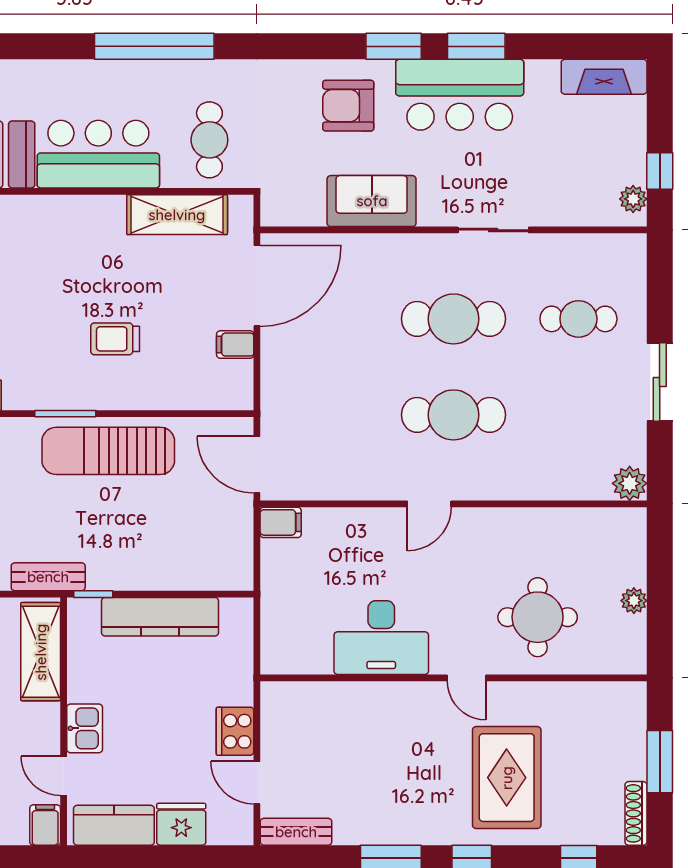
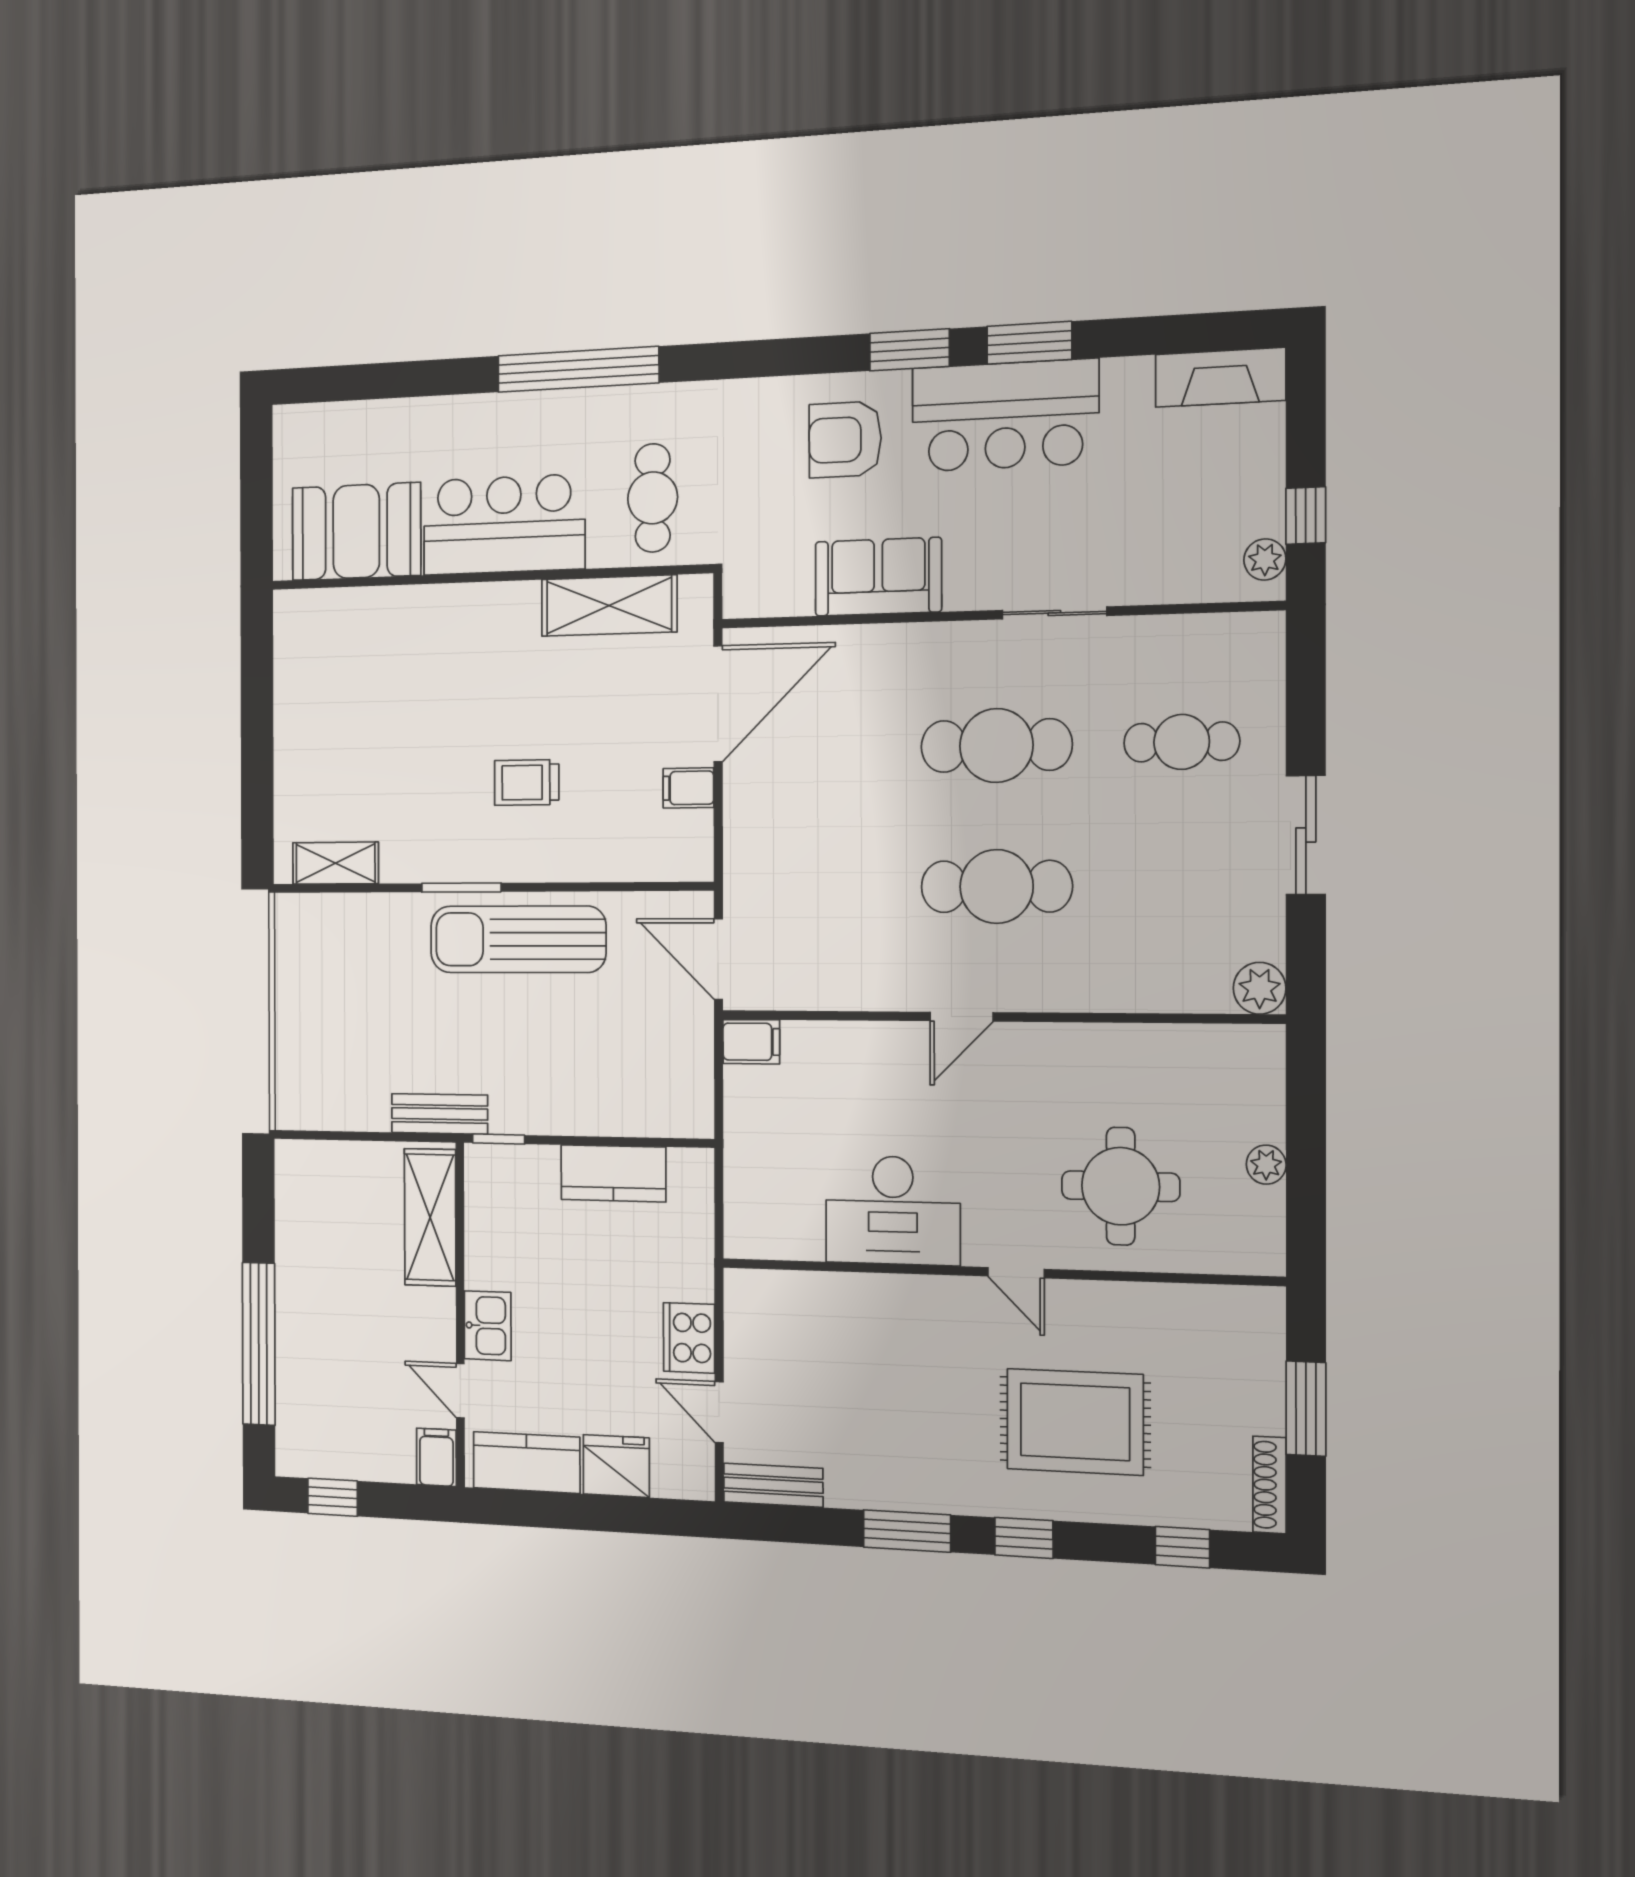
kitchen counter: (160, 617) -> (613, 1173), width x0.67
rug: (507, 778) -> (1075, 1422), turned 90

